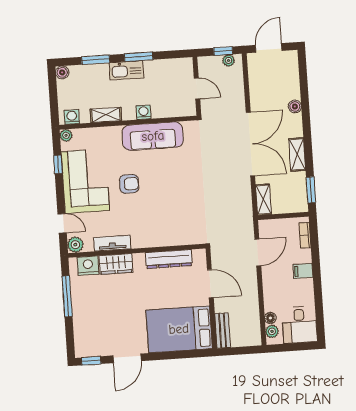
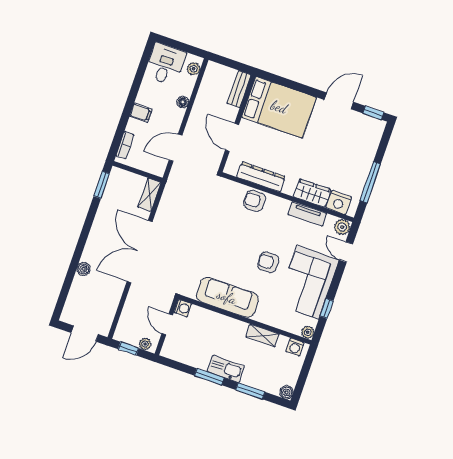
plant: (229, 60) -> (145, 344), moved
washing machine: (144, 112) -> (183, 308), moved, turned -90
shelving: (297, 155) -> (100, 223), removed
armchair: (165, 235) -> (255, 201), added
floor lamp: (270, 318) -> (183, 102), moved

